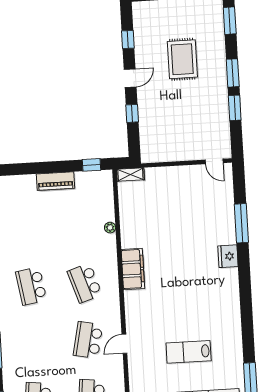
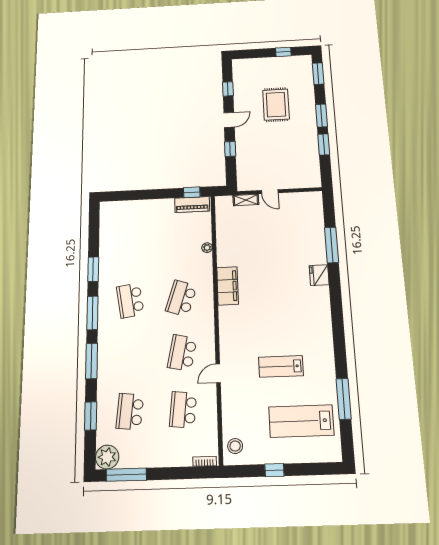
door: (214, 161) -> (270, 192), moved
shelving: (130, 175) -> (246, 200), moved
piano: (55, 181) -> (192, 205), moved
school desk: (85, 283) -> (181, 298), turned 36
door: (124, 344) -> (218, 373), moved

